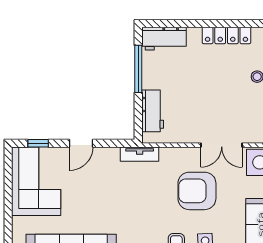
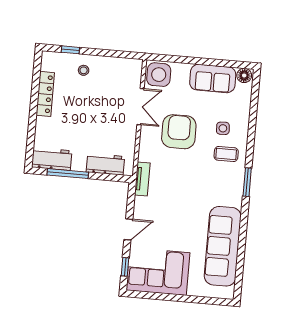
workbench: (164, 39) -> (52, 159), moved, turned -90
door: (81, 143) -> (128, 229), hinge flipped
armchair: (197, 191) -> (179, 132), turned 180

